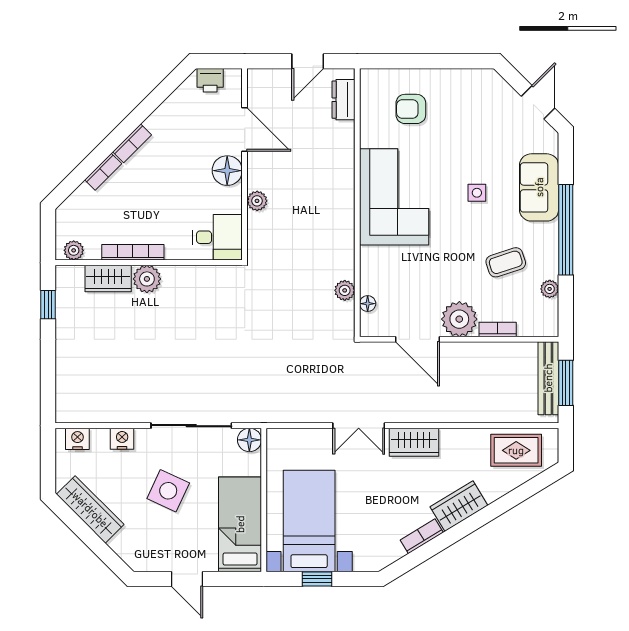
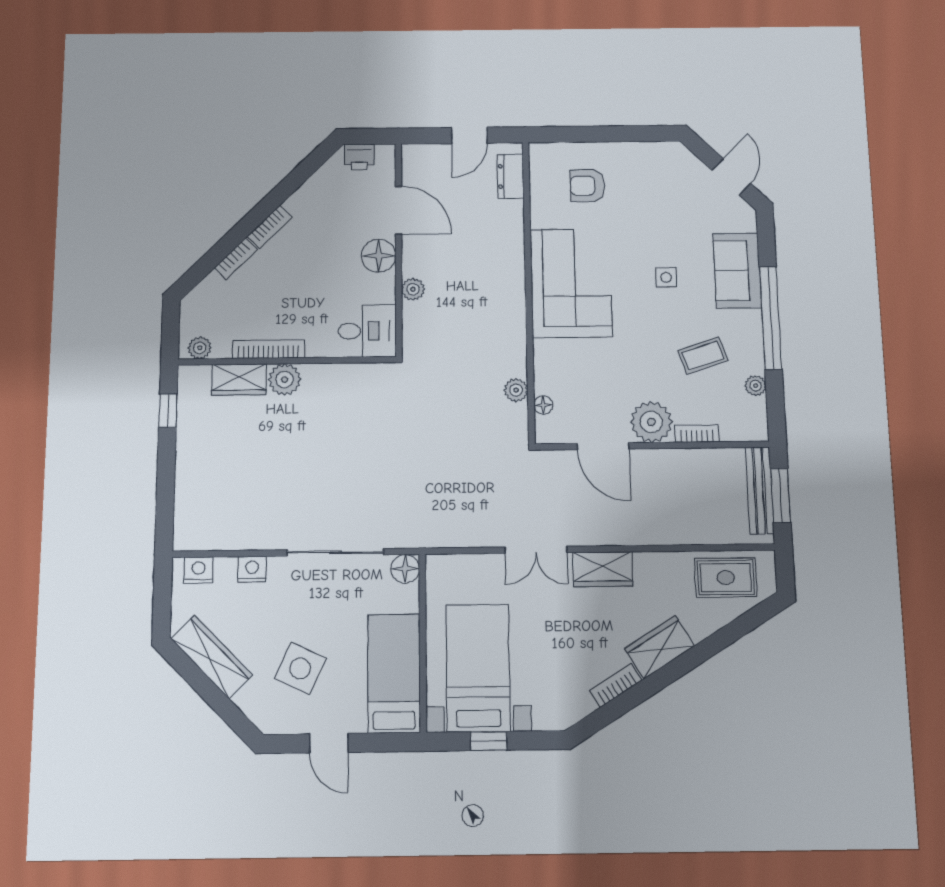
side table: (168, 491) -> (300, 668), moved

